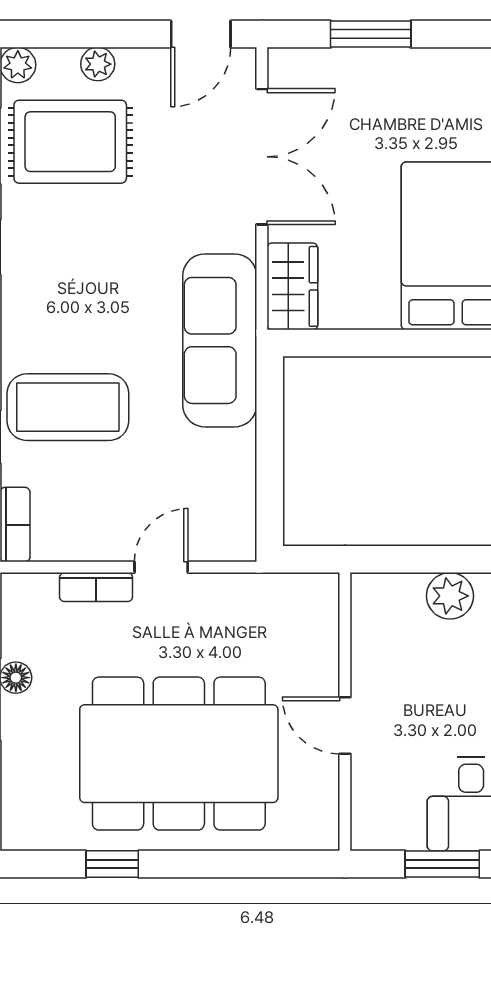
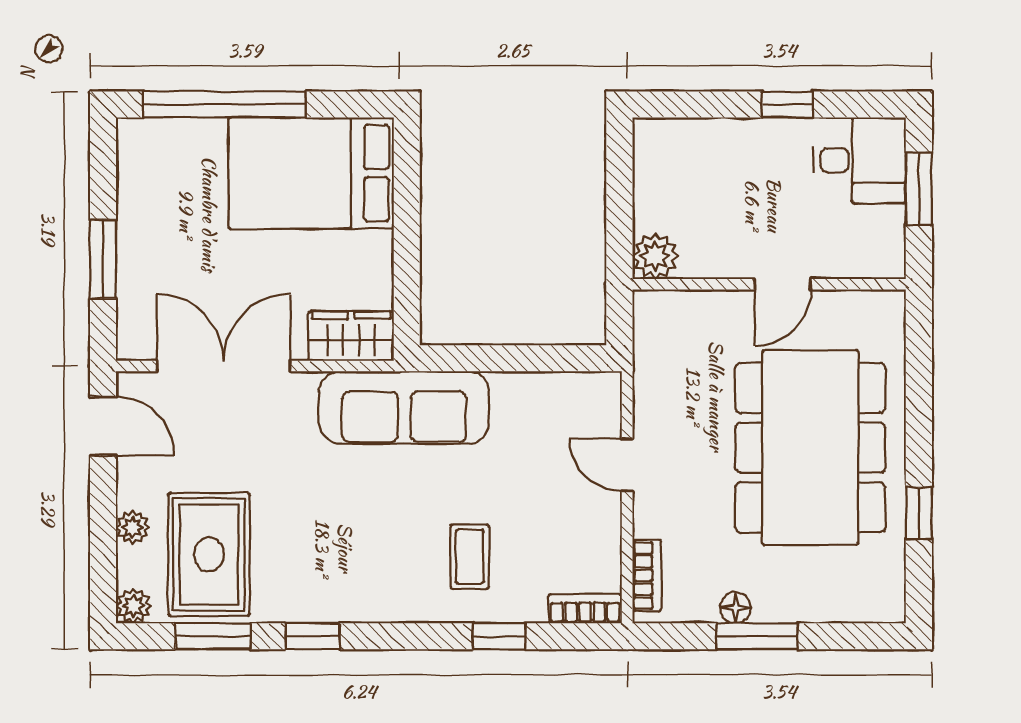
coffee table: (68, 407) -> (470, 557), width x0.54, depth x0.58
bookcase: (96, 587) -> (647, 575), moved
plant: (450, 596) -> (655, 256), moved

